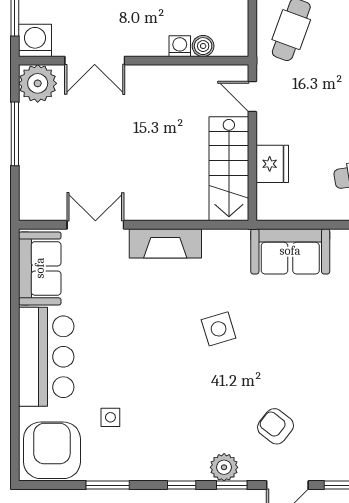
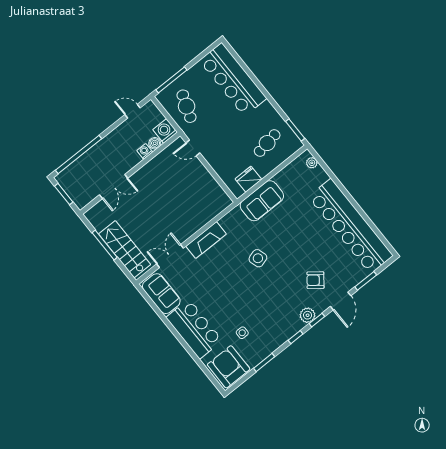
washing machine: (35, 40) -> (165, 131), moved
plant: (38, 83) -> (97, 216), removed
fridge: (272, 164) -> (248, 179), moved, turned -90
stairs: (229, 169) -> (125, 249), moved, turned 180

